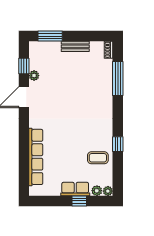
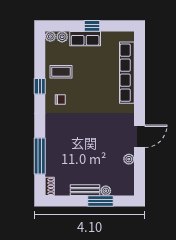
window: (50, 36) -> (101, 201), moved
plant: (56, 46) -> (106, 191), added
window: (24, 66) -> (140, 169), removed
chair: (99, 132) -> (60, 100), added
window: (79, 201) -> (92, 26), moved

